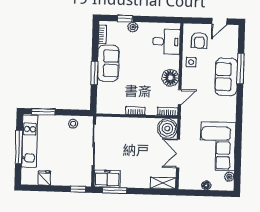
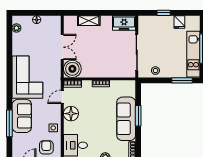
sofa: (108, 63) -> (126, 119), width x1.36
corner sofa: (218, 146) -> (27, 77), moved
shelving: (163, 183) -> (89, 21), moved
window: (78, 189) -> (164, 13), moved
window: (115, 190) -> (117, 13), removed

